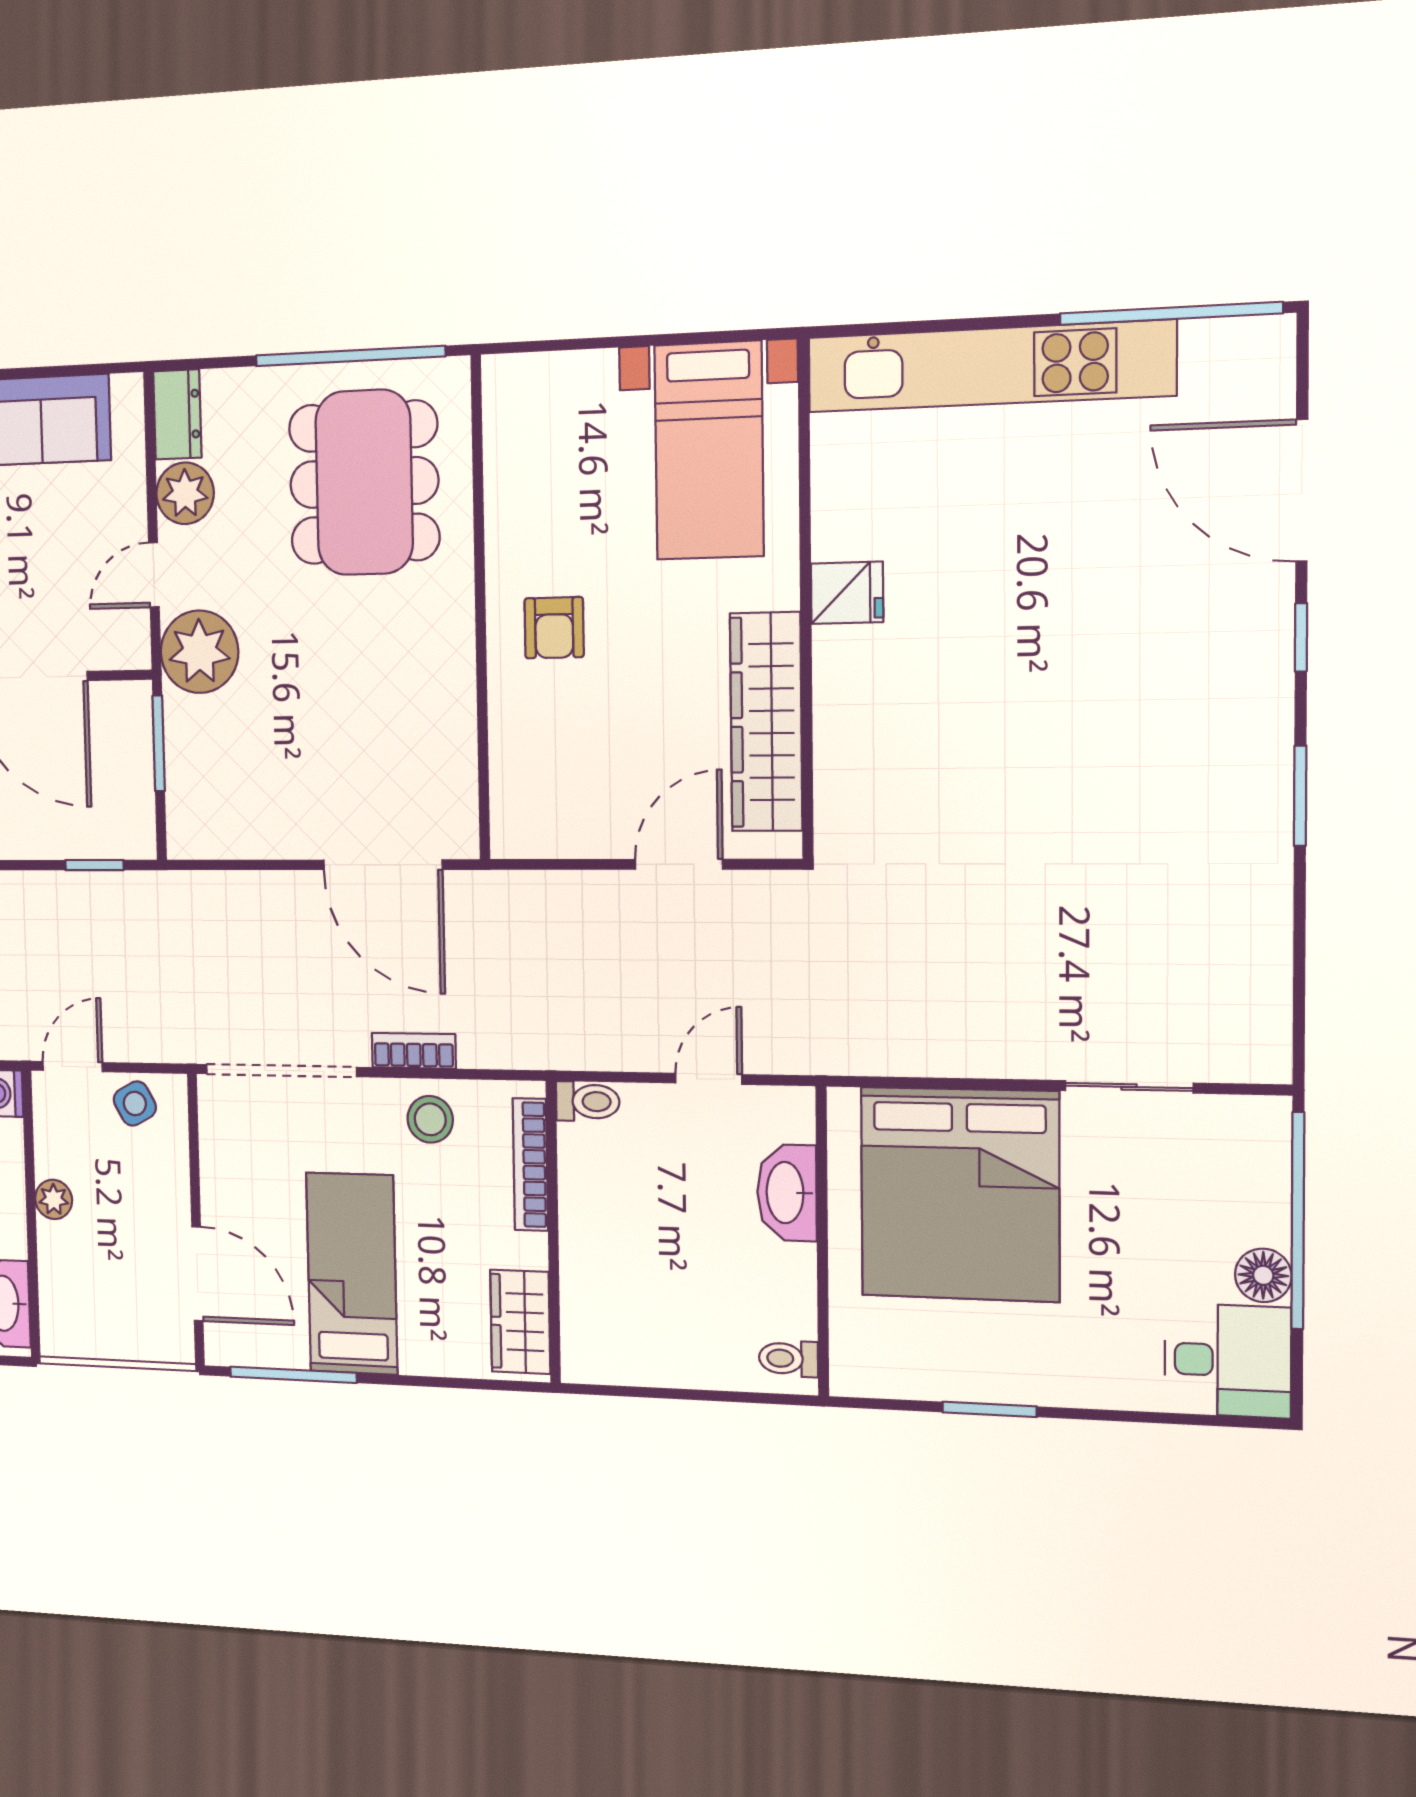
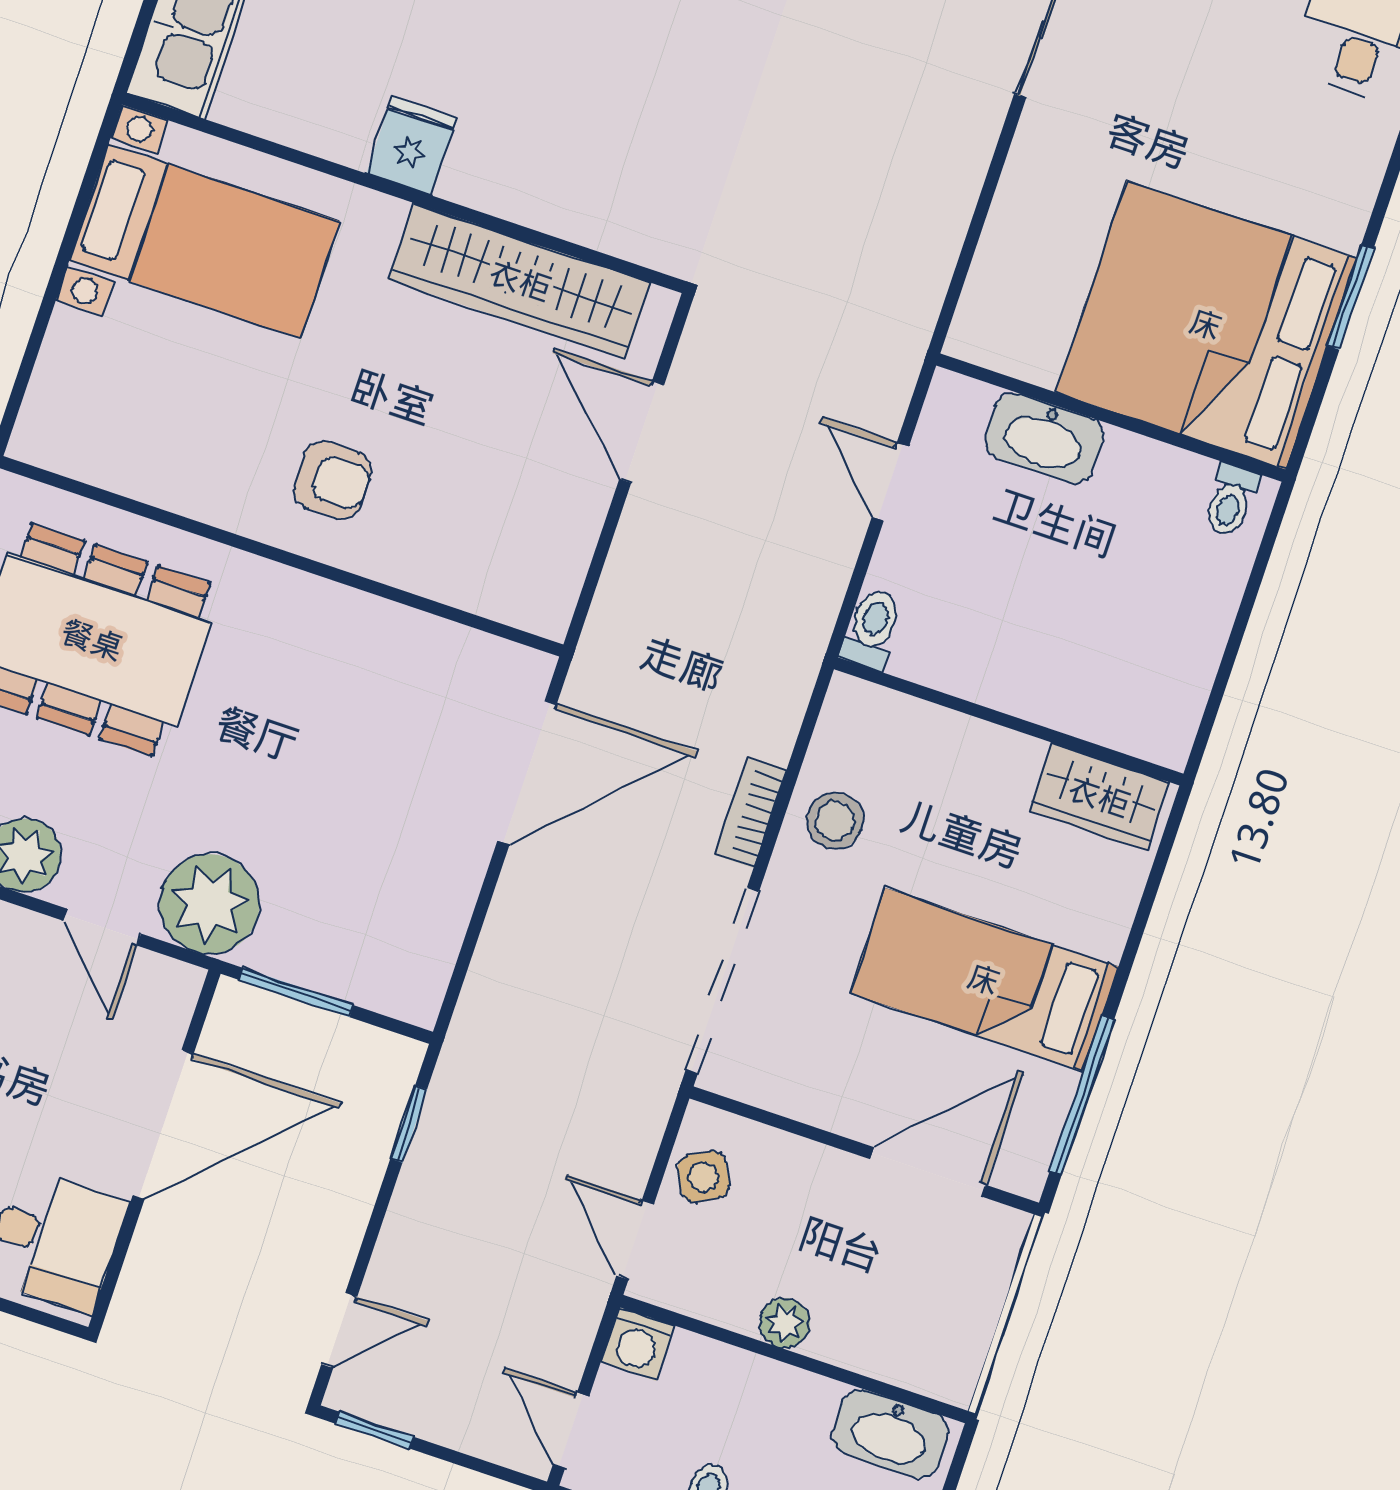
bookcase: (530, 1165) -> (923, 721), removed
bed: (960, 1194) -> (1206, 325), moved, turned 180

